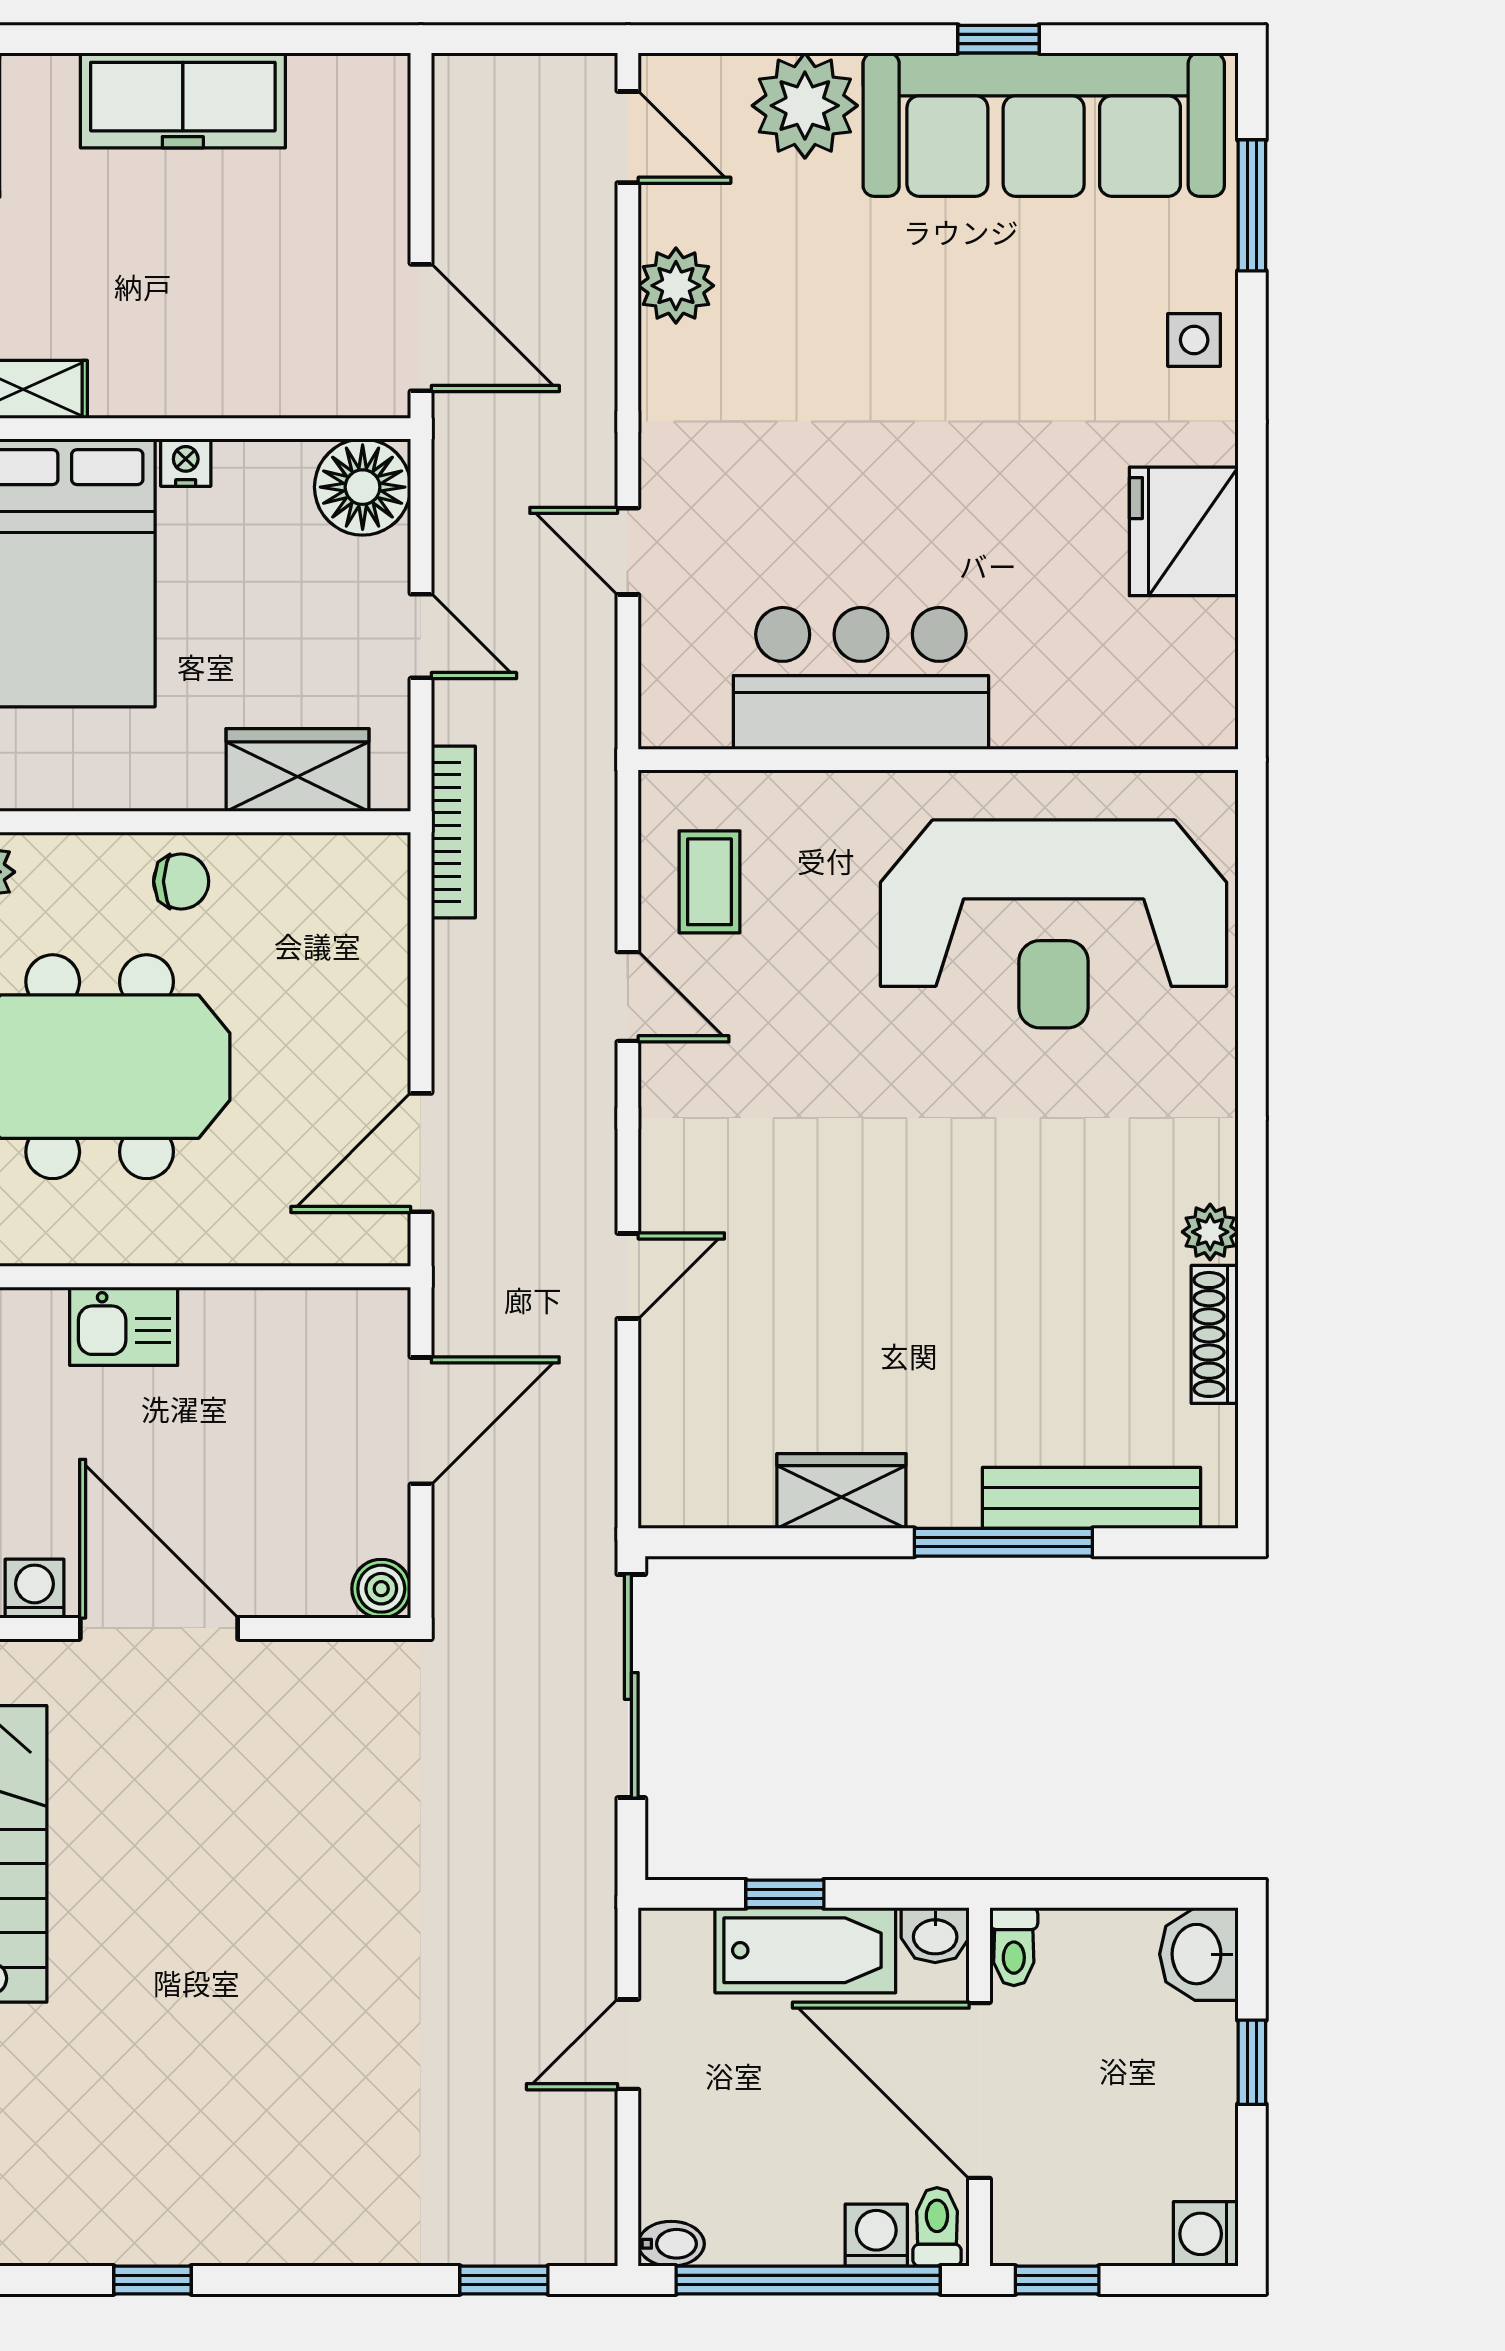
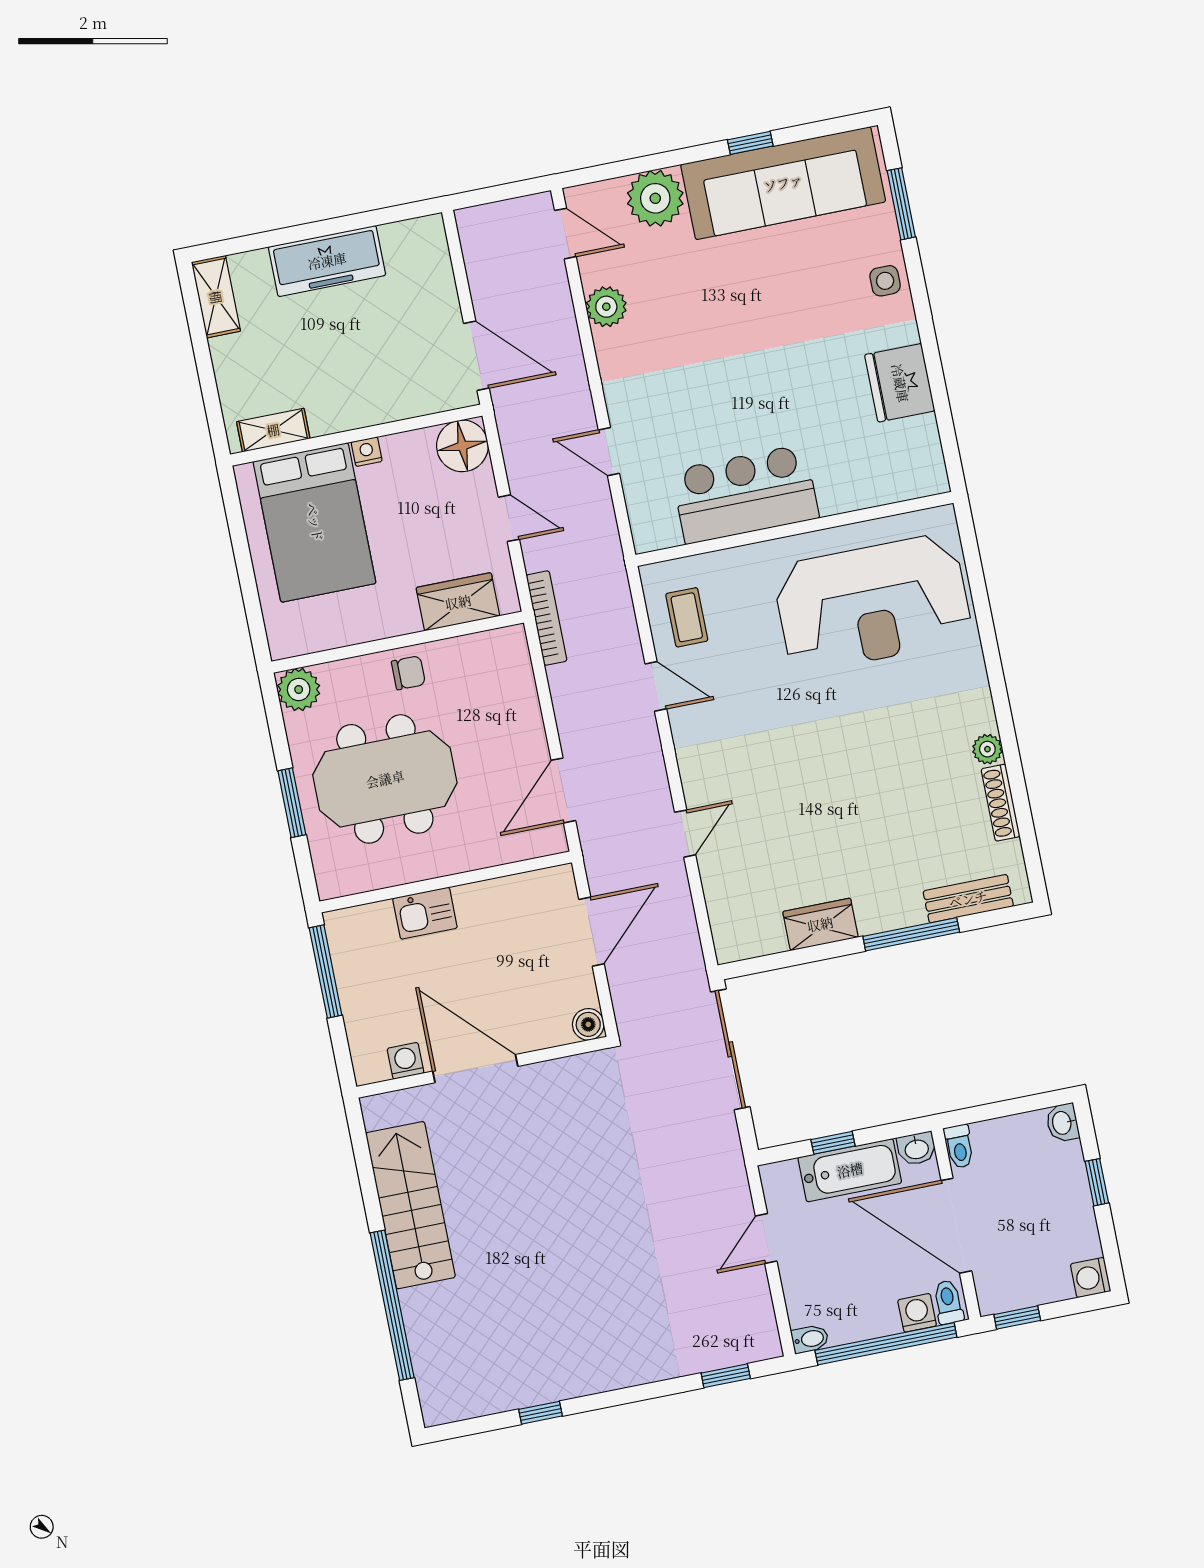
bench: (1091, 1498) -> (968, 899), width x0.73
washbasin: (1199, 1954) -> (1063, 1123), width x0.72, depth x0.69

